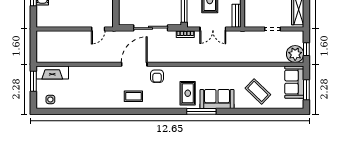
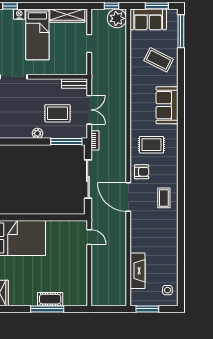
fireplace: (52, 72) -> (137, 271), moved
coffee table: (258, 91) -> (159, 60), turned 73
rug: (188, 93) -> (152, 145), moved
window: (201, 111) -> (181, 31), moved

